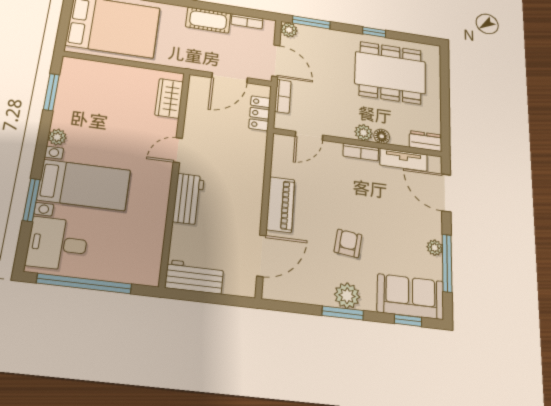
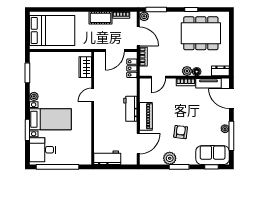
workbench: (188, 199) -> (130, 109), moved, turned 180
plant: (347, 296) -> (170, 158), moved

